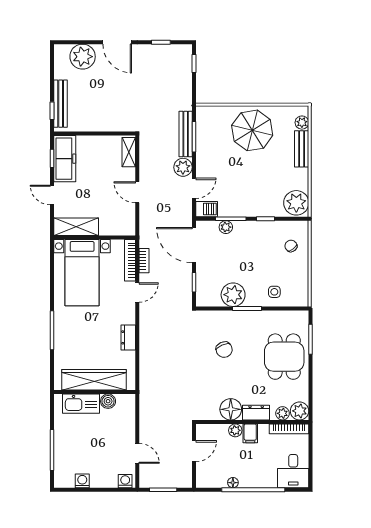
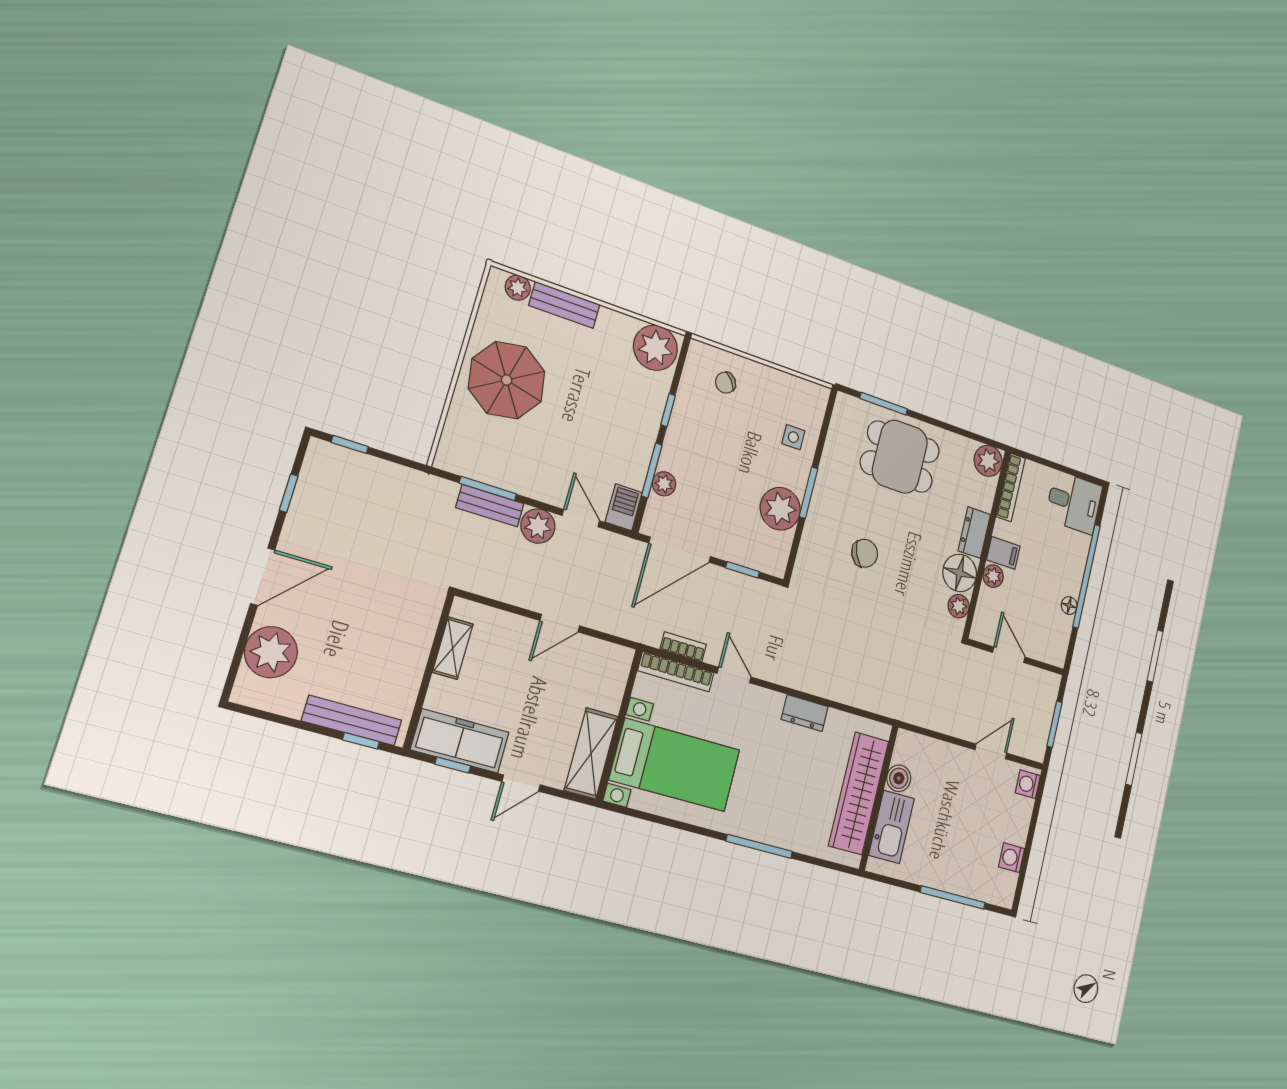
bench: (186, 134) -> (490, 506), width x0.73
shelving: (129, 152) -> (453, 648), moved, turned 90
plant: (282, 413) -> (959, 606), moved

